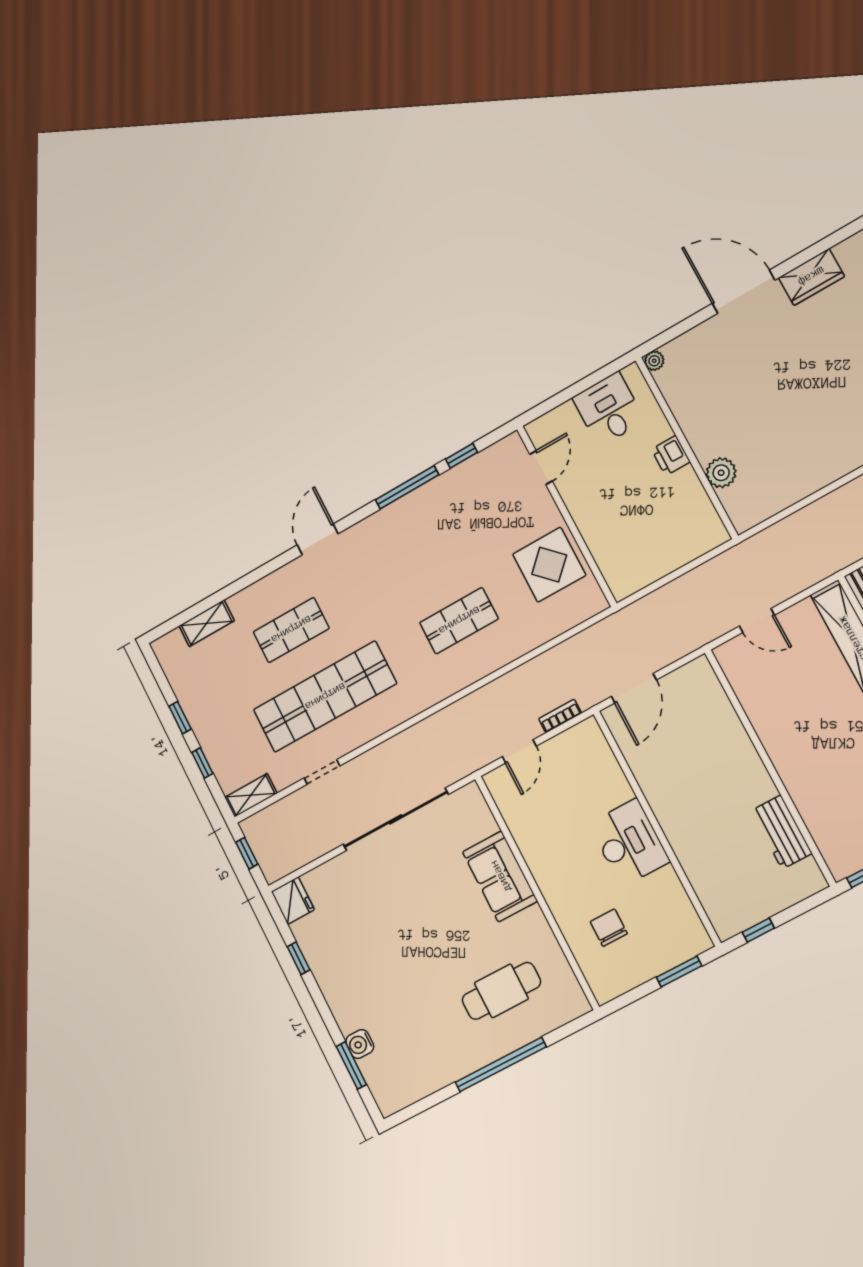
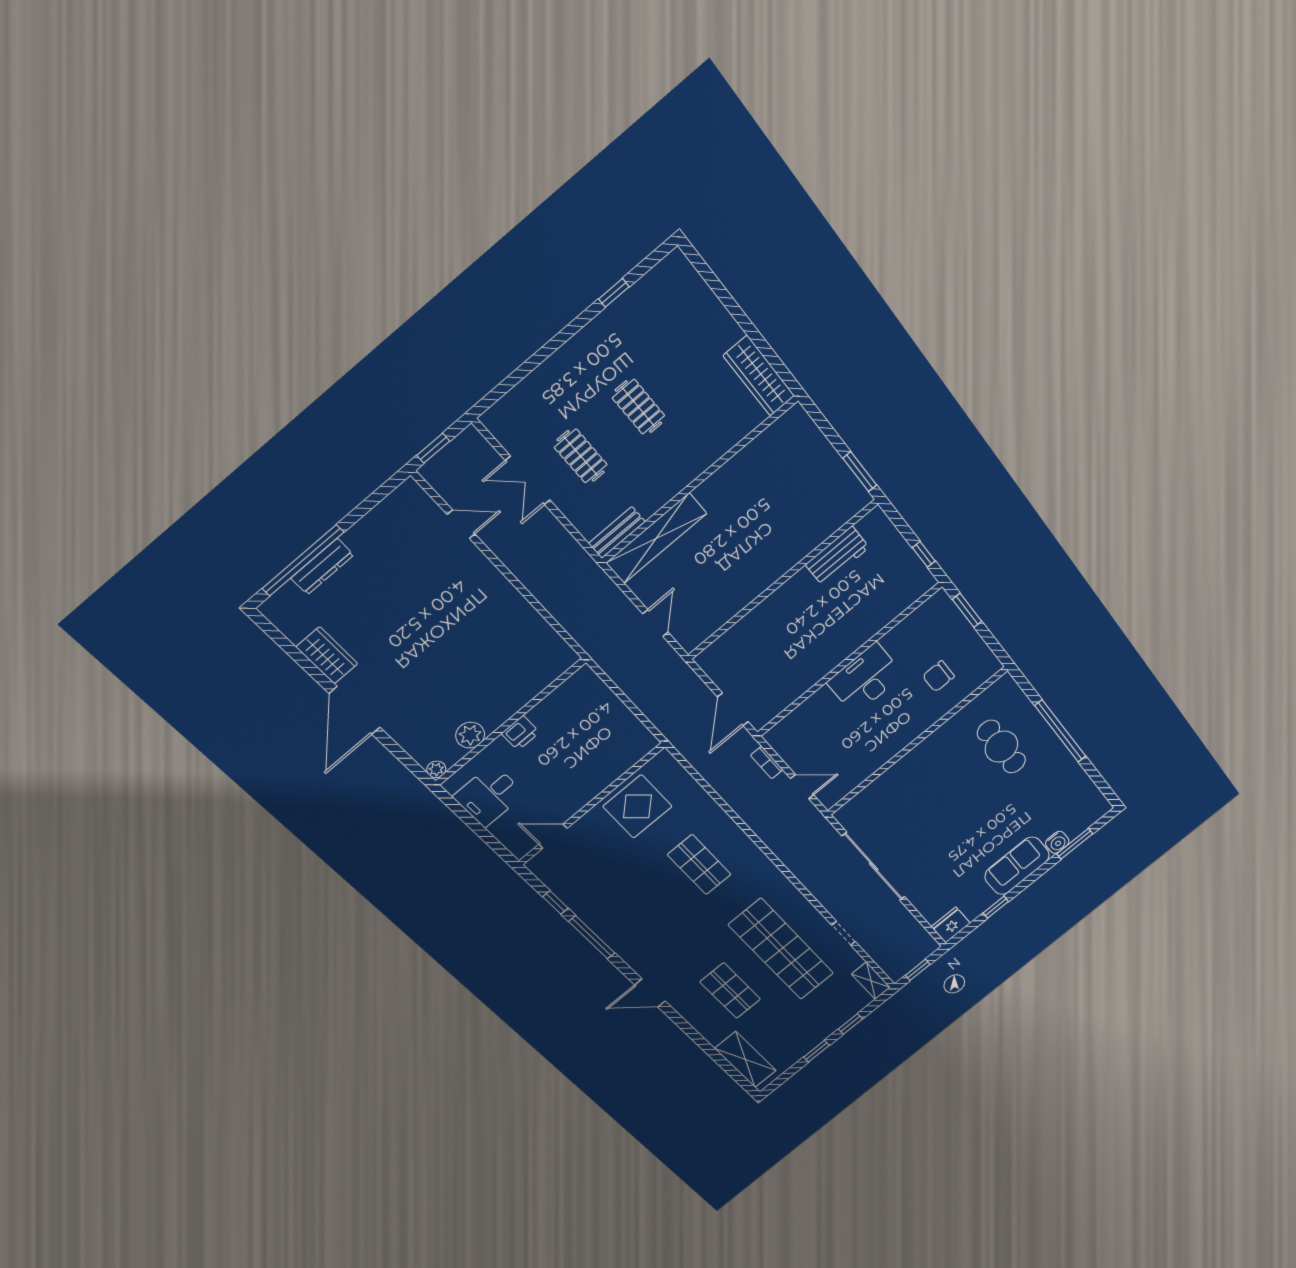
plant: (721, 473) -> (470, 735), moved
shelving: (207, 623) -> (745, 1059), width x1.50, depth x1.33
door: (634, 688) -> (733, 709), swing flipped
sofa: (500, 876) -> (1017, 866), moved, turned 180

